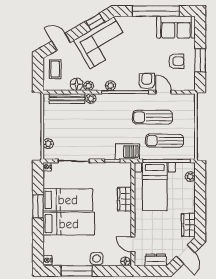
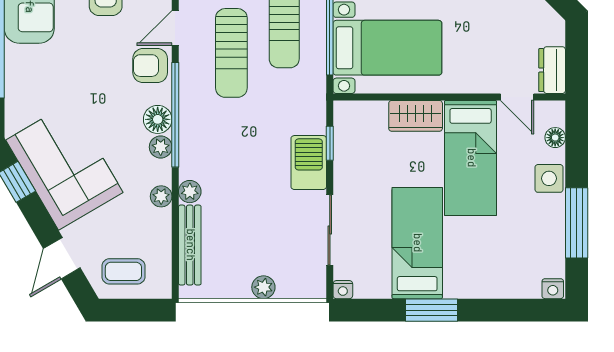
floor lamp: (77, 84) -> (158, 119), moved
plant: (48, 144) -> (263, 287), moved
barbecue: (127, 152) -> (309, 163), moved
bed: (69, 224) -> (471, 158), moved, turned 180
door: (133, 244) -> (517, 97), hinge flipped
dresser: (156, 260) -> (552, 70), moved
floor lamp: (125, 261) -> (555, 138), moved

